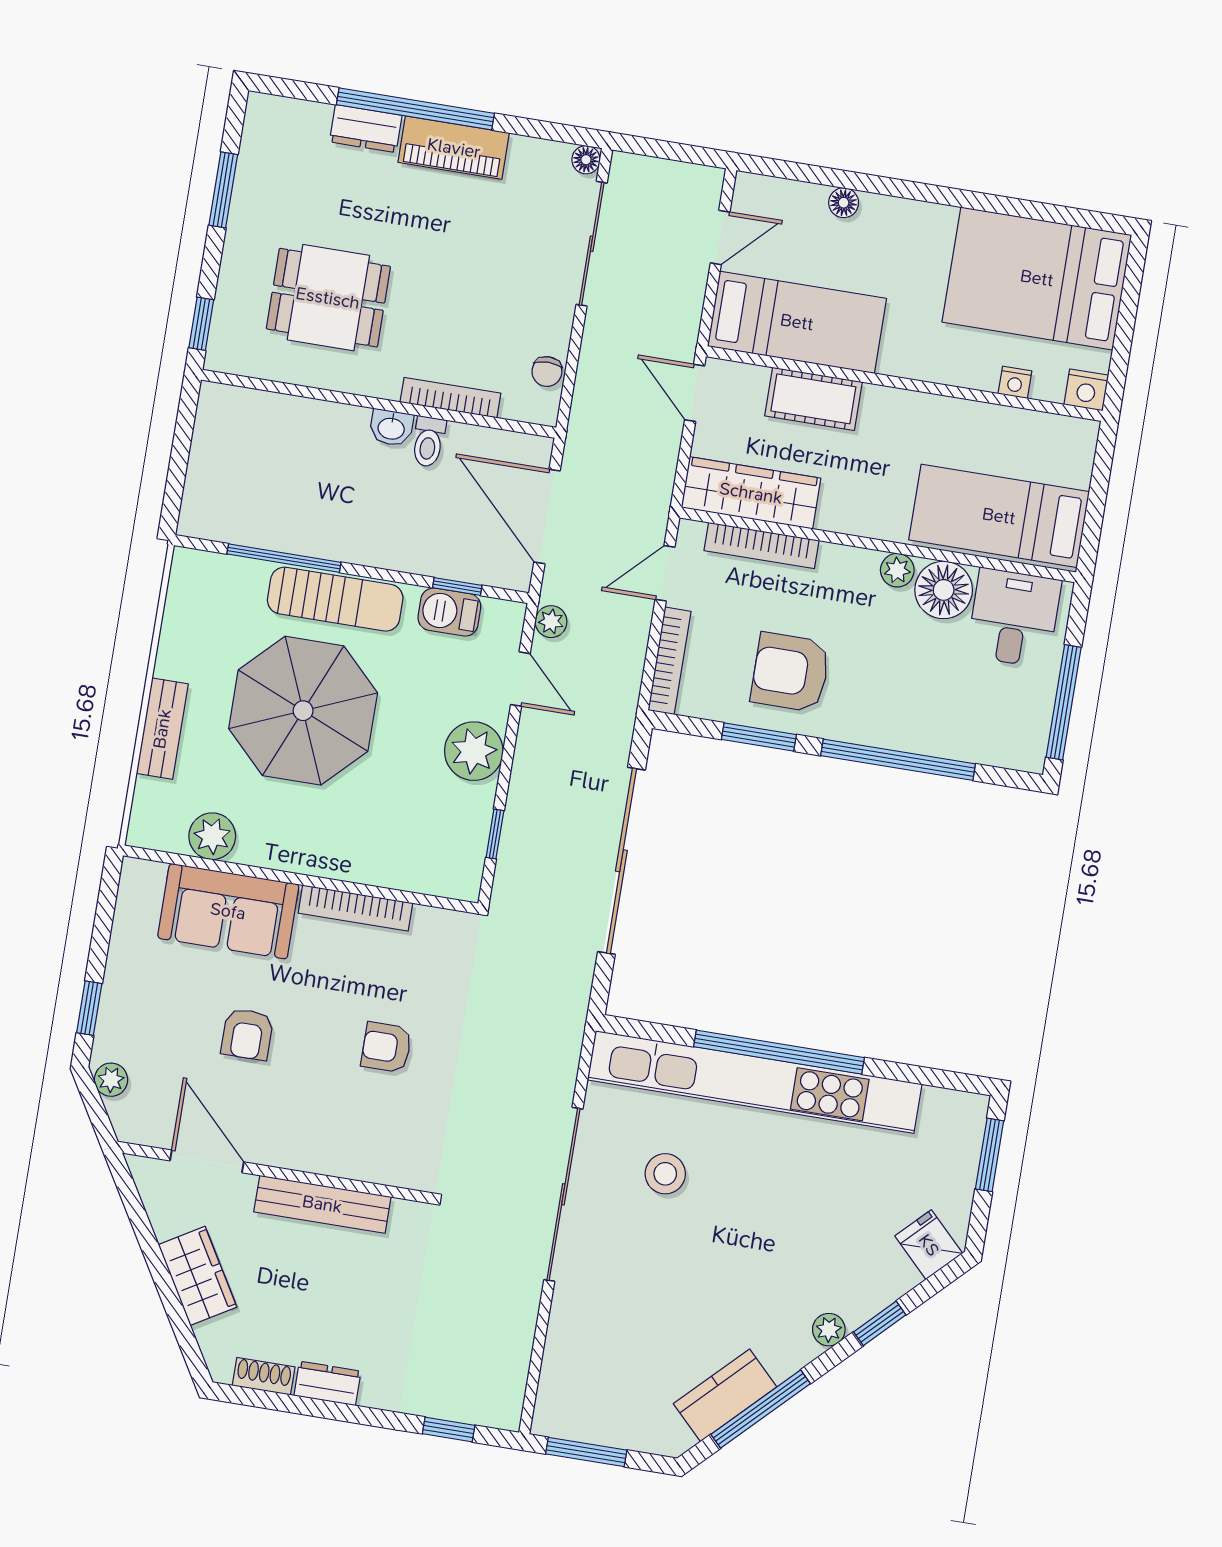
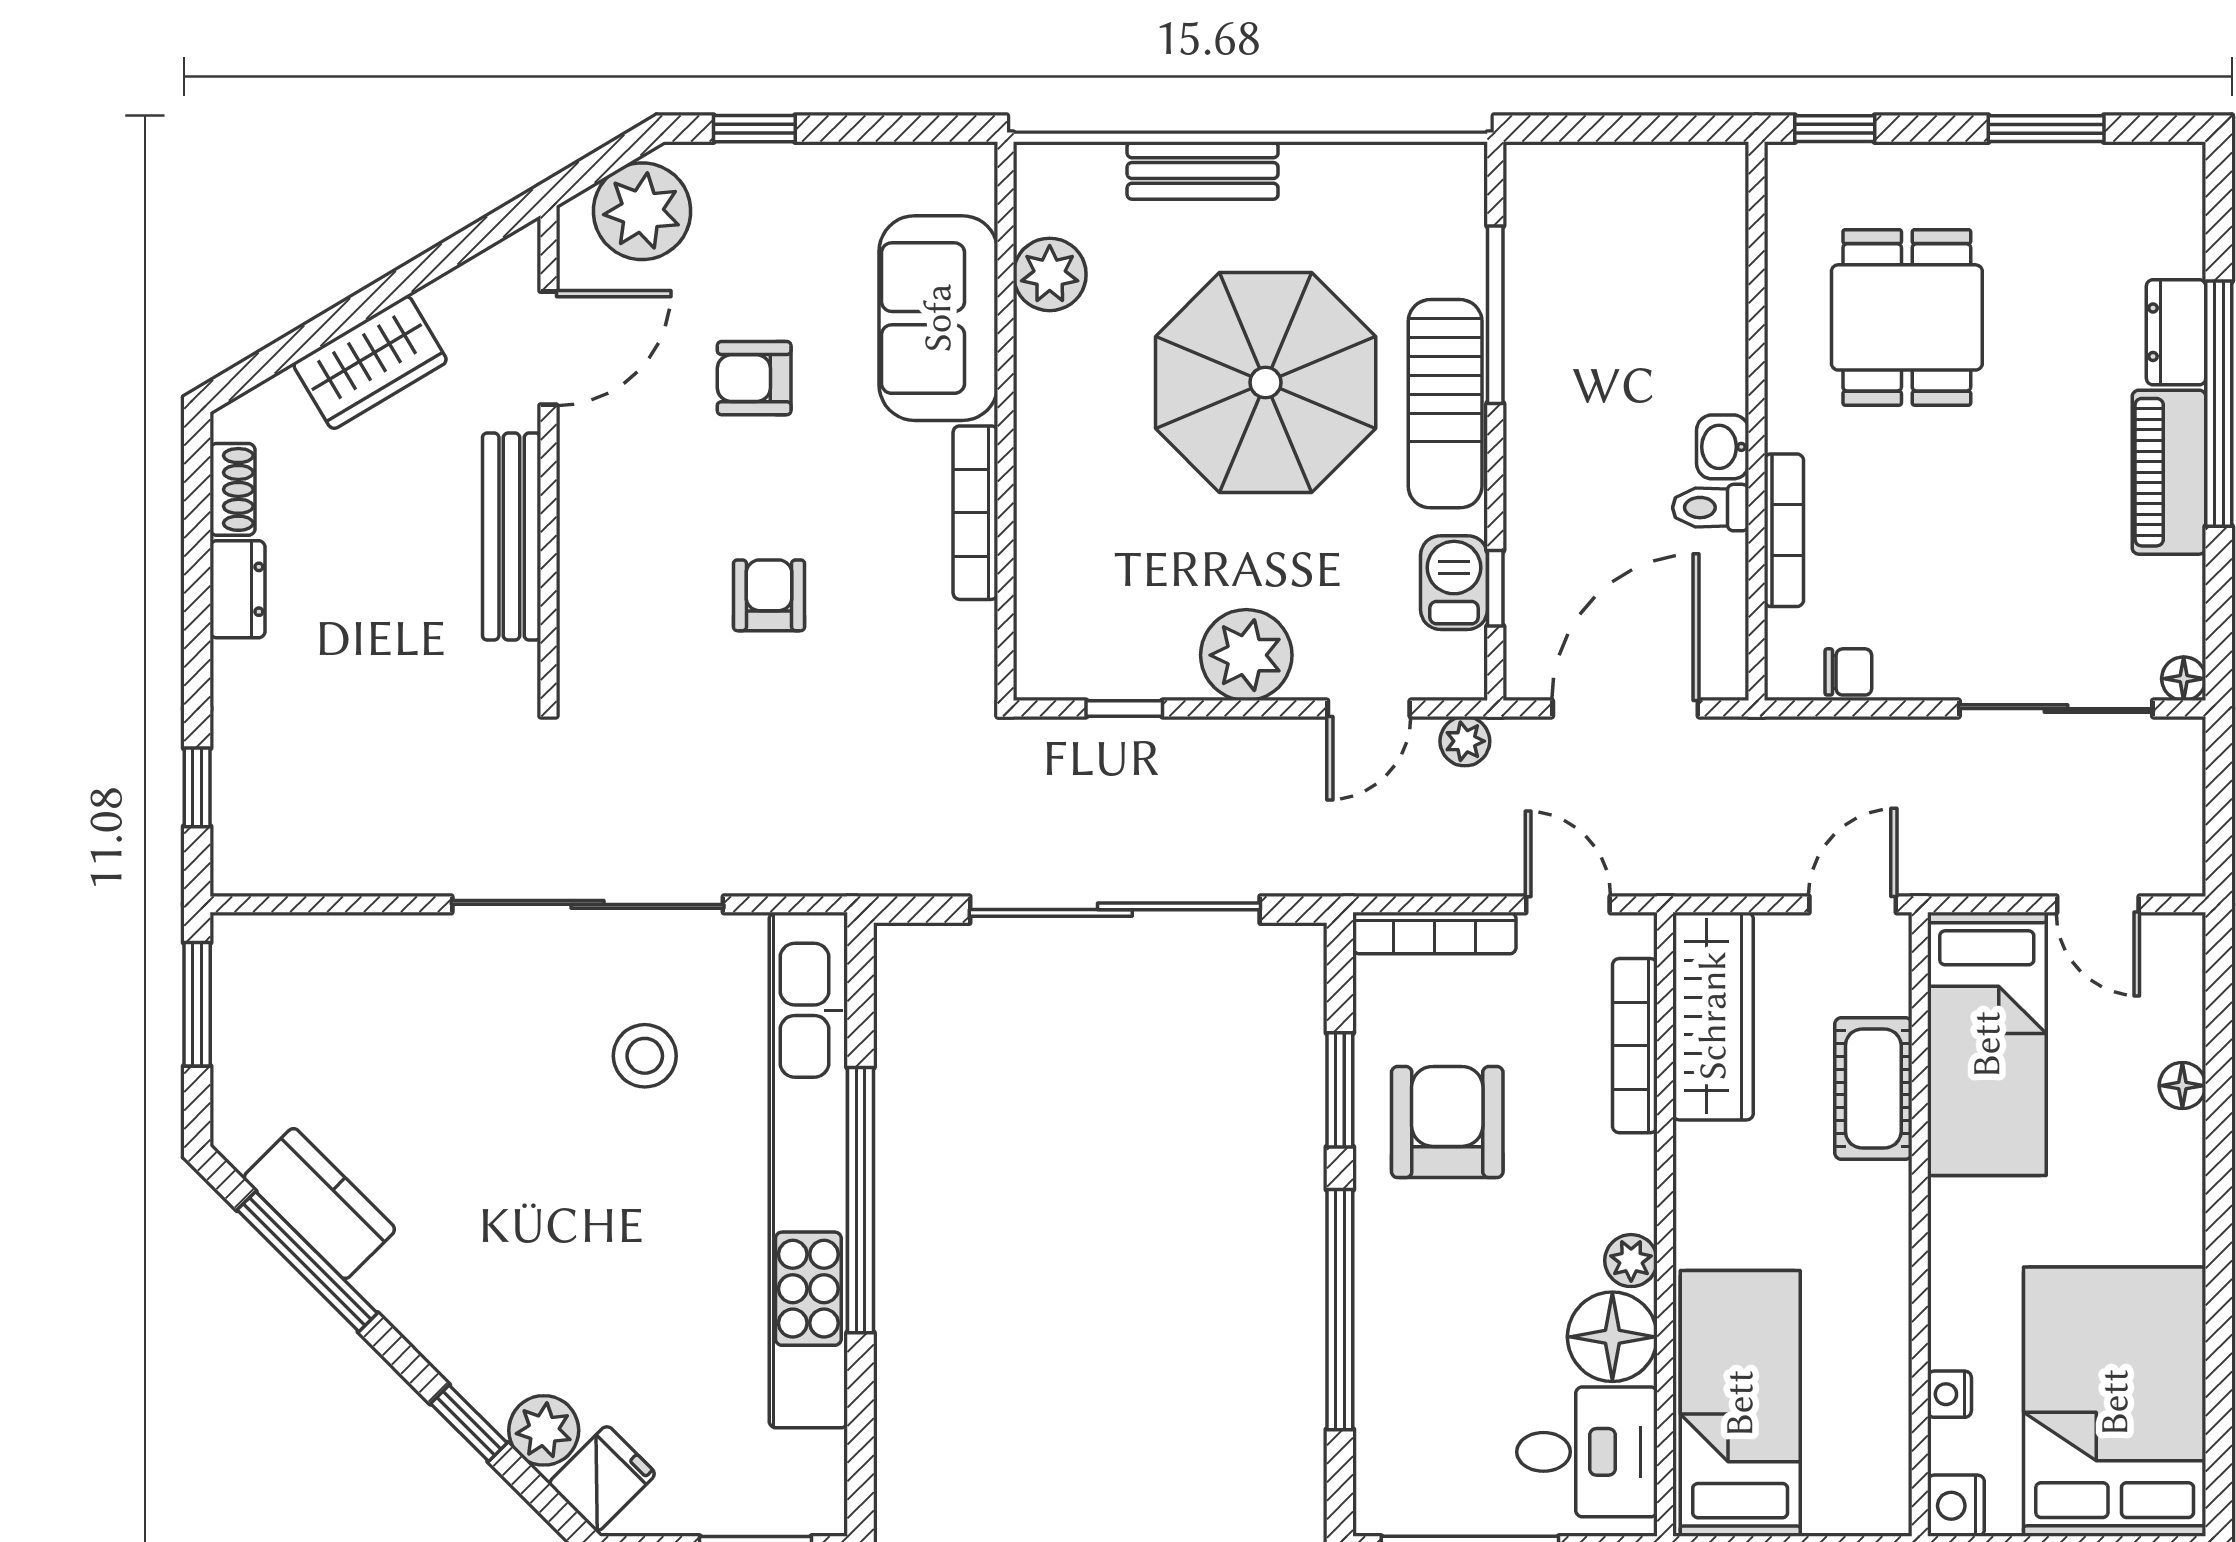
chair: (547, 372) -> (1848, 672), turned 180
plant: (111, 1080) -> (642, 211), width x1.88, depth x1.88
plant: (829, 1330) -> (544, 1430), moved, width x1.38, depth x1.38

